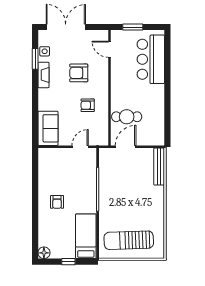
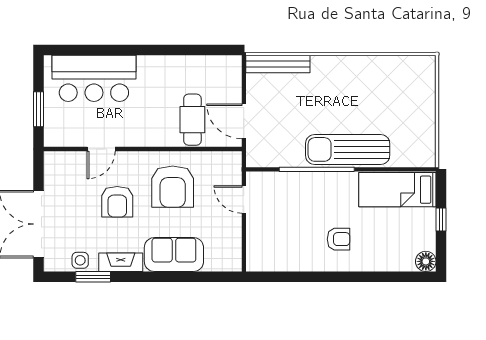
door: (110, 49) -> (101, 149), moved
armchair: (88, 105) -> (173, 187), width x1.88, depth x1.88
sofa: (48, 128) -> (174, 255), moved
sun lounger: (129, 240) -> (348, 149), moved, turned 92

